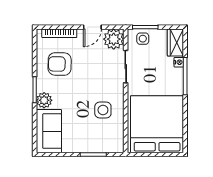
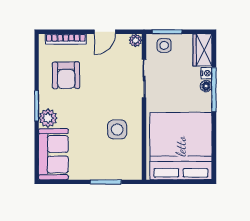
plant: (114, 39) -> (136, 40), width x0.53, depth x0.53
armchair: (60, 64) -> (66, 75), turned -92
floor lamp: (178, 73) -> (206, 86), added

